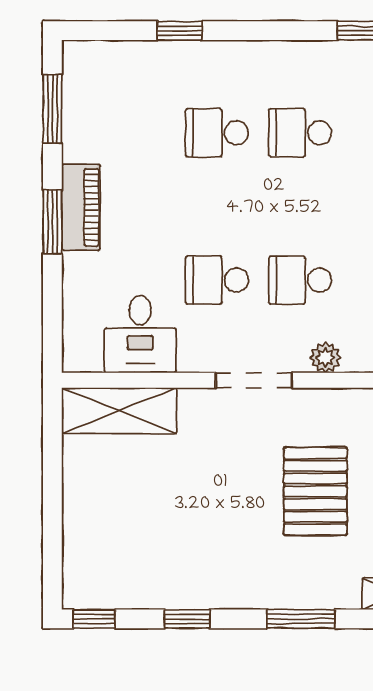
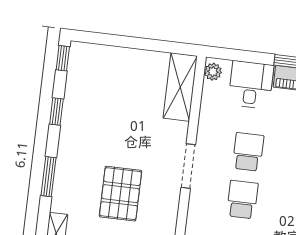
desk: (140, 334) -> (251, 85), moved, turned 90
plant: (325, 358) -> (213, 72), moved
pallet: (315, 491) -> (121, 194), turned 90

